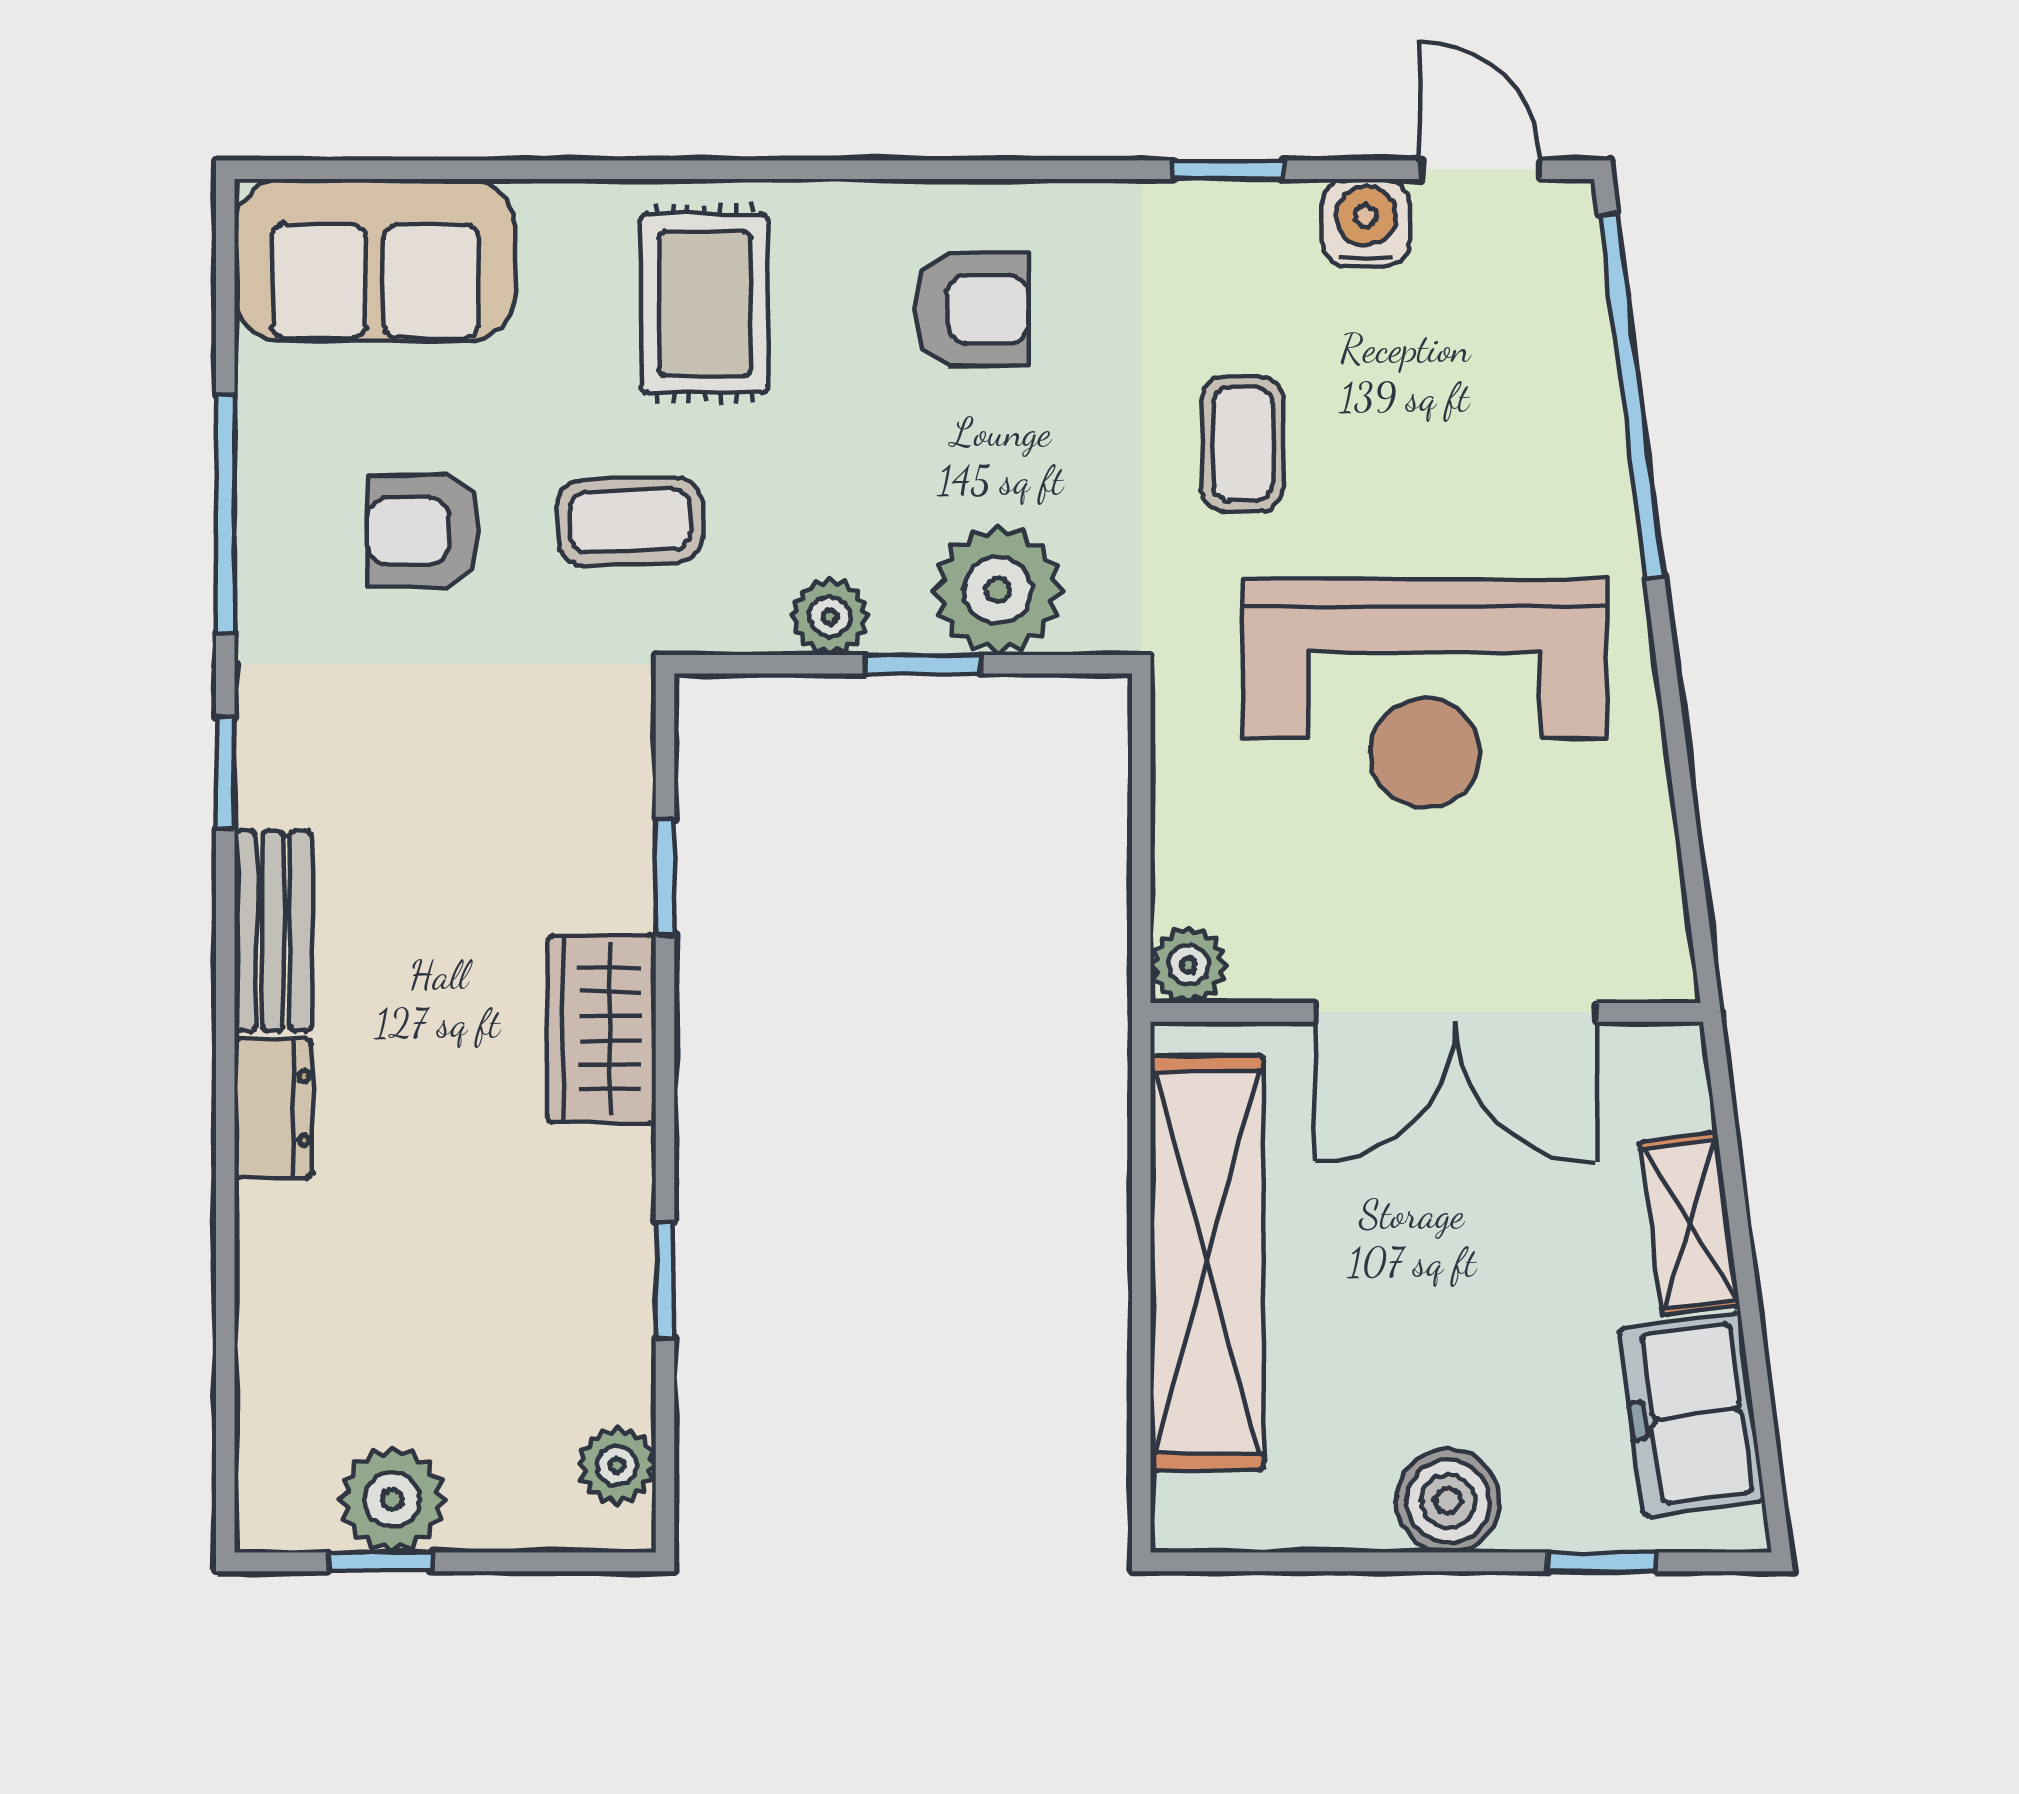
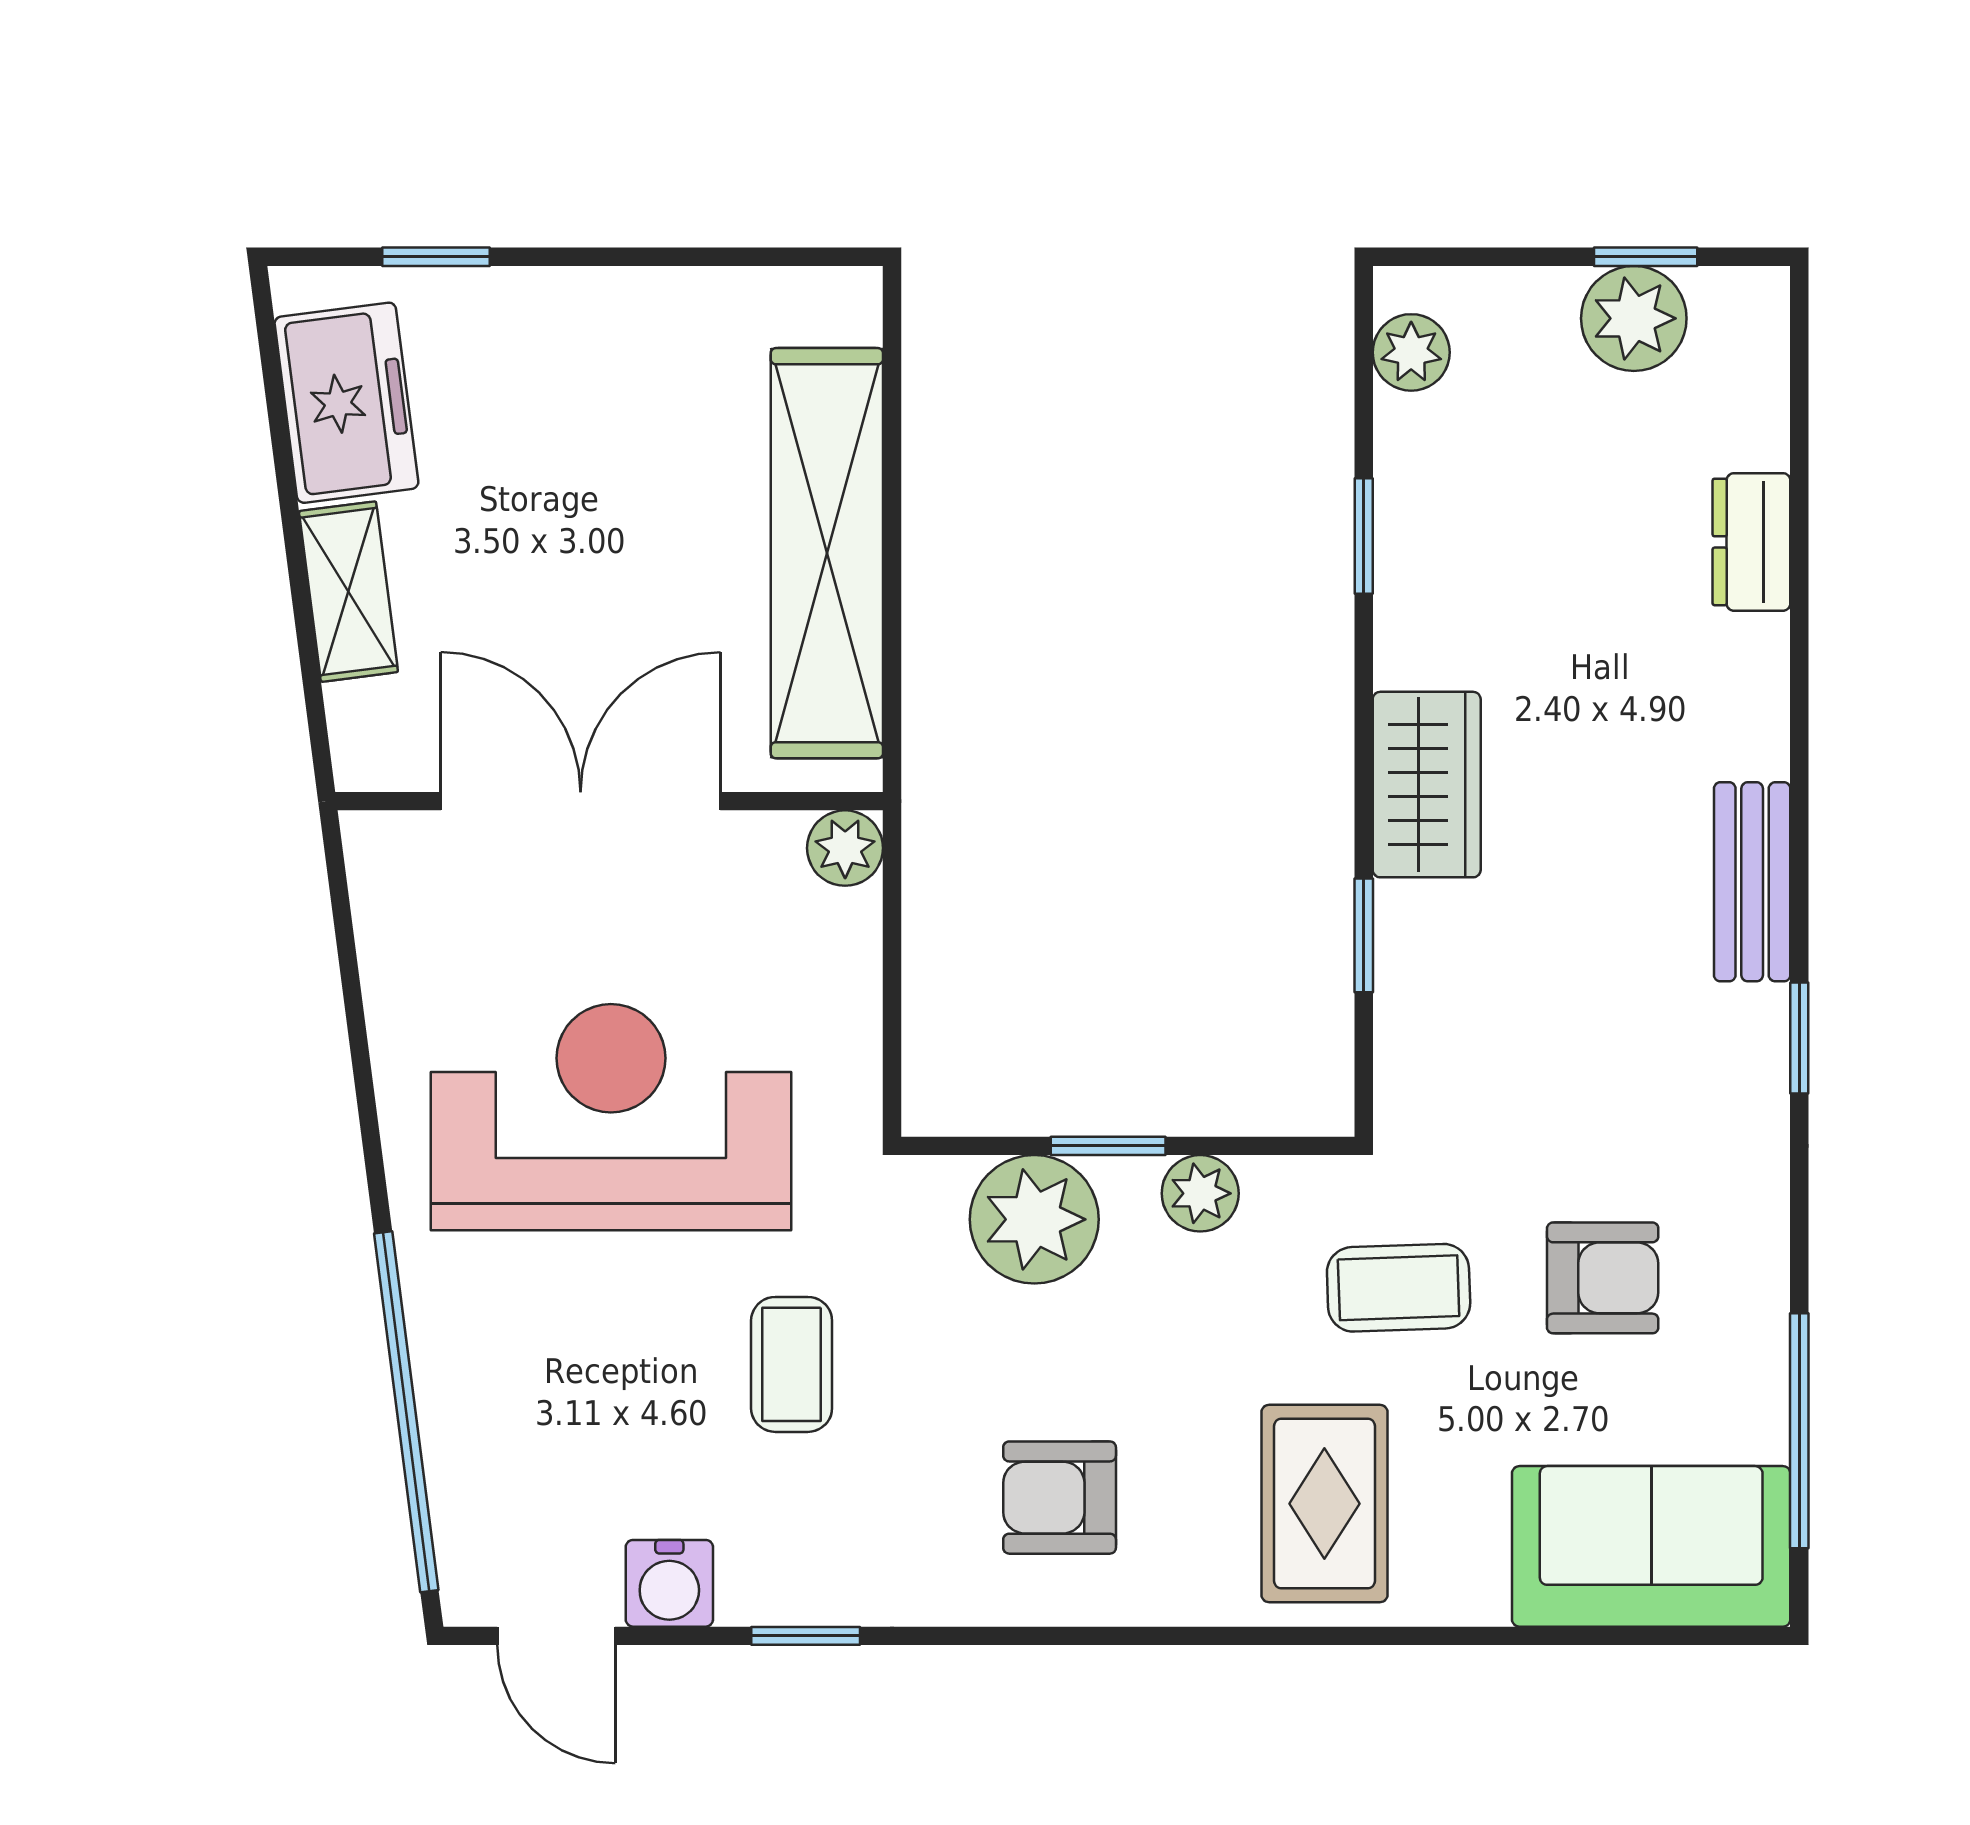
window: (225, 513) -> (1799, 1431), moved
dresser: (274, 1108) -> (1751, 542), moved
boiler: (1448, 1501) -> (588, 317), removed

